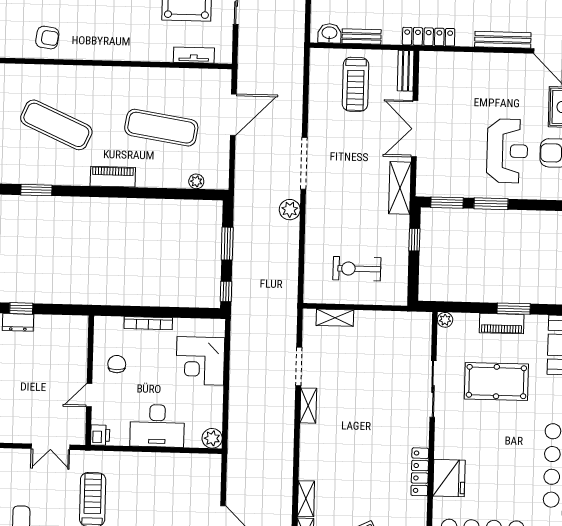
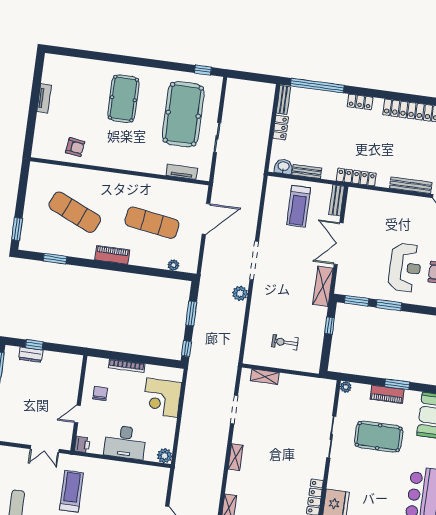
exercise bike: (357, 269) -> (285, 342), width x0.73, depth x0.72
shelving: (308, 406) -> (236, 457), moved

